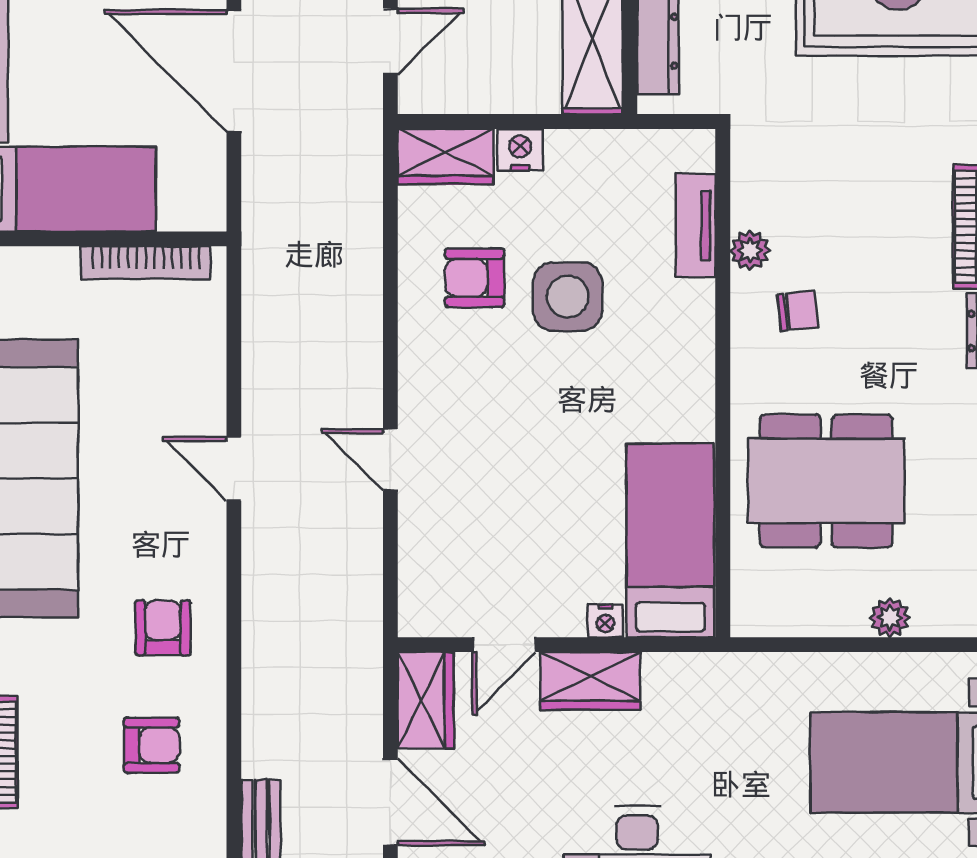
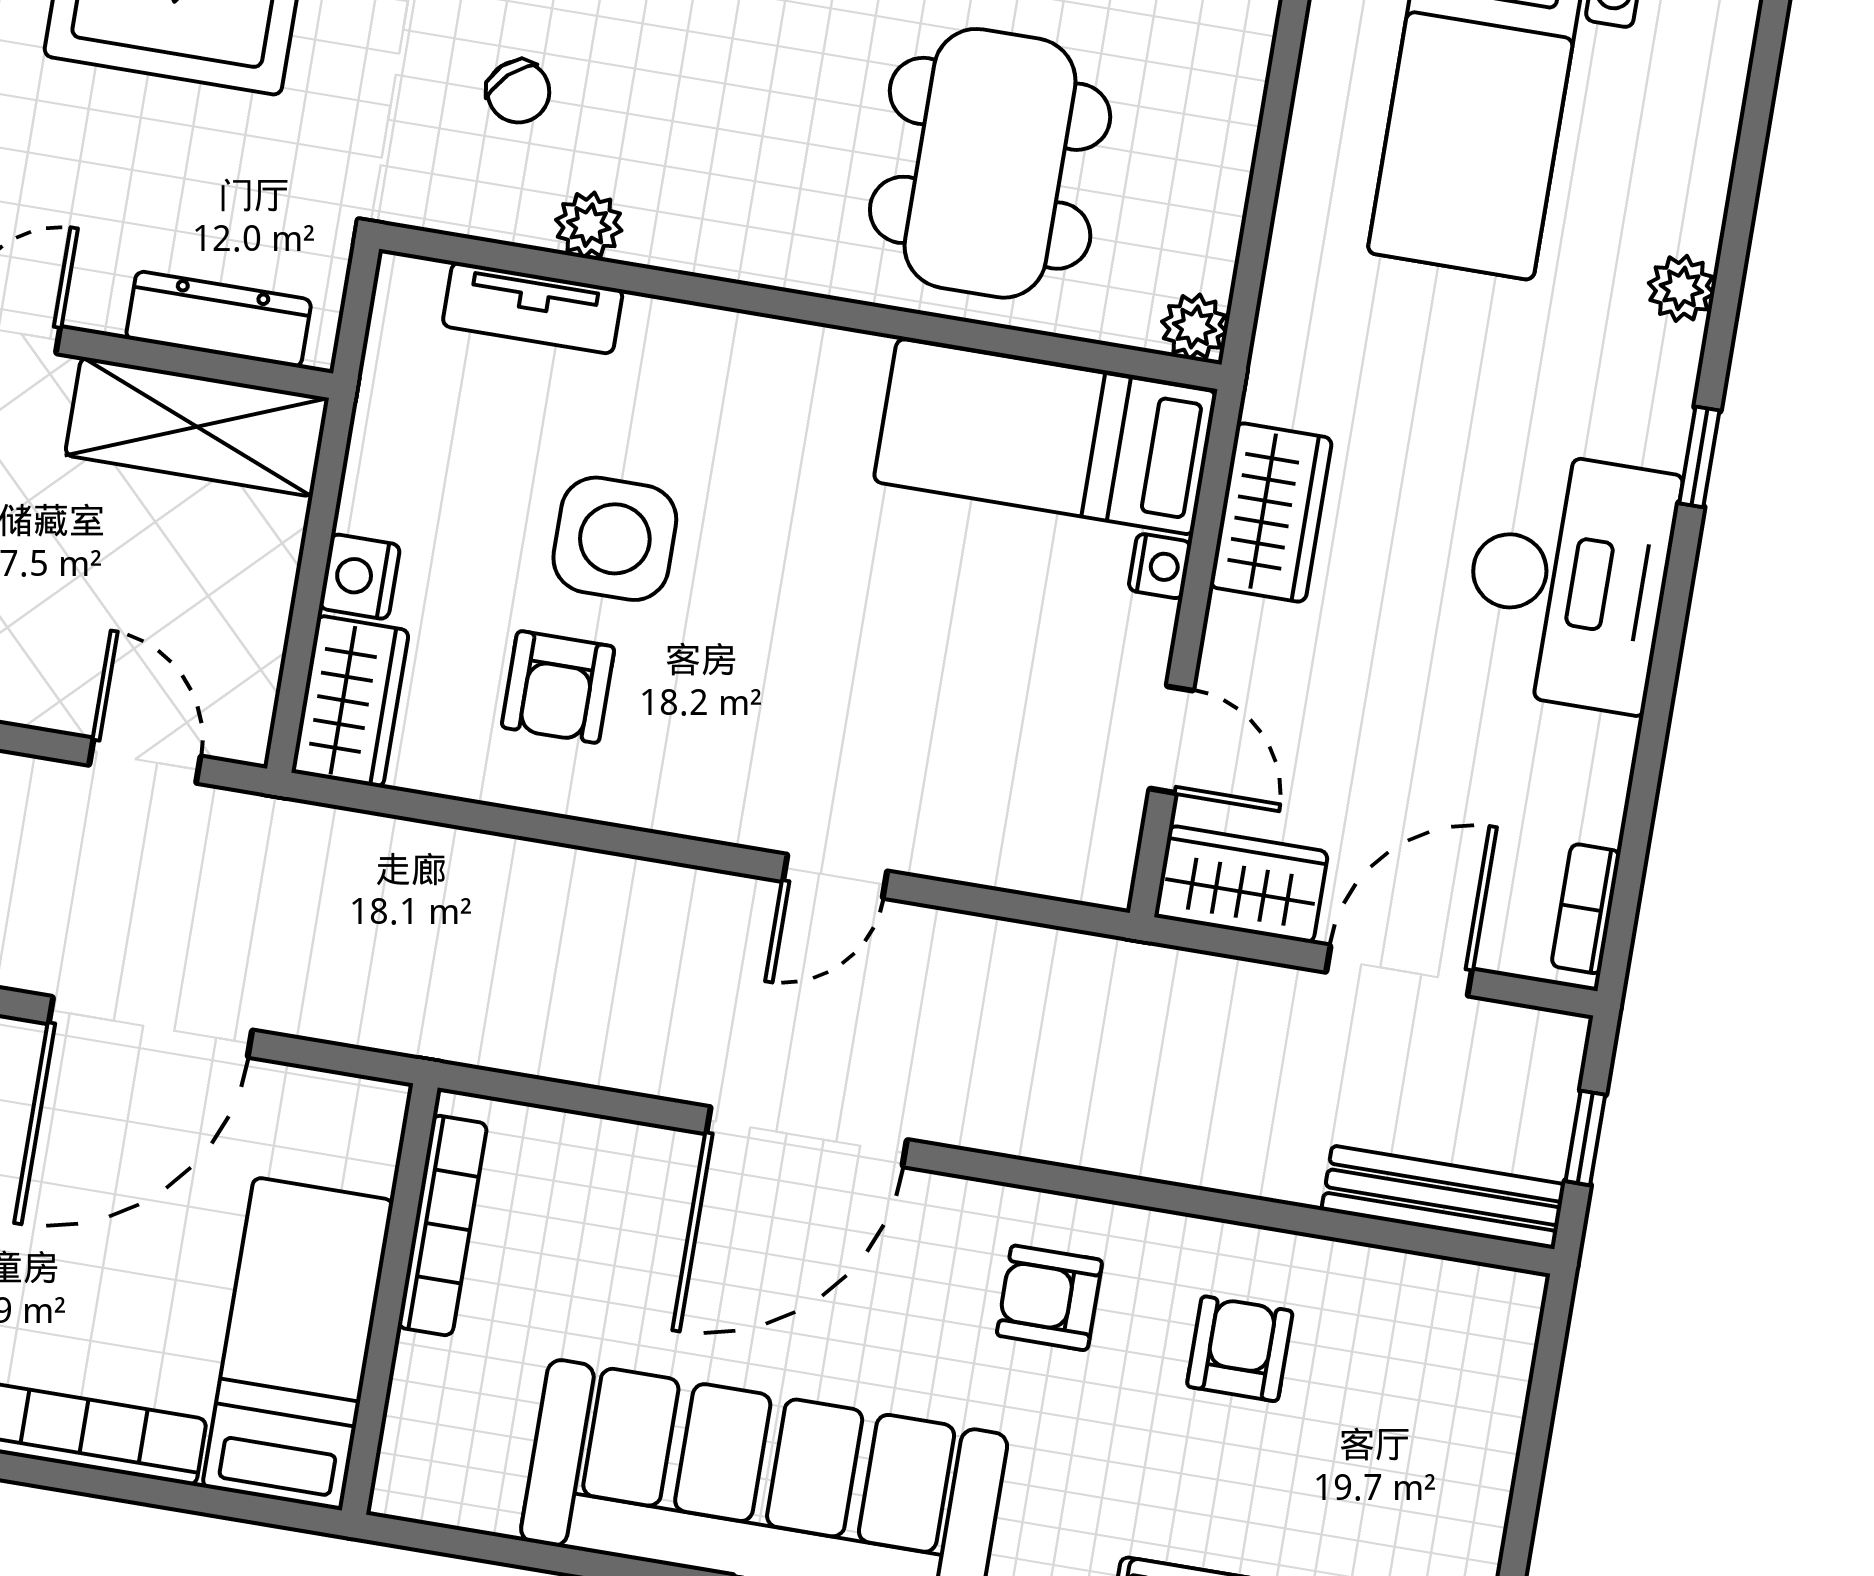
chair: (798, 311) -> (518, 92), moved, turned 143
door: (234, 469) -> (807, 1137), width x1.88
plant: (890, 618) -> (1195, 327), moved
wardrobe: (590, 681) -> (1271, 512), moved

